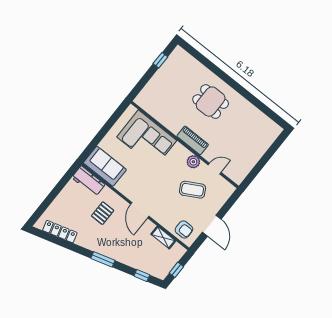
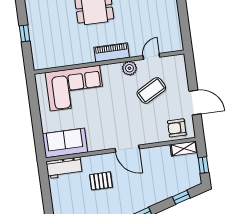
window: (160, 60) -> (25, 33), moved
pallet: (103, 213) -> (101, 181), turned 90
armchair: (184, 230) -> (177, 128), turned 180
shelving: (163, 238) -> (184, 149), moved

